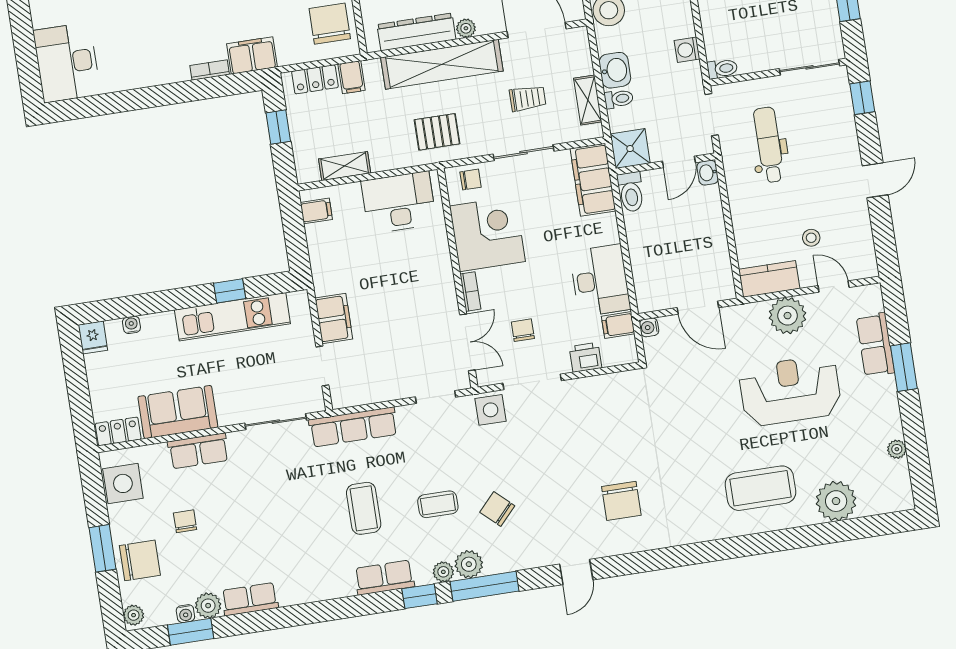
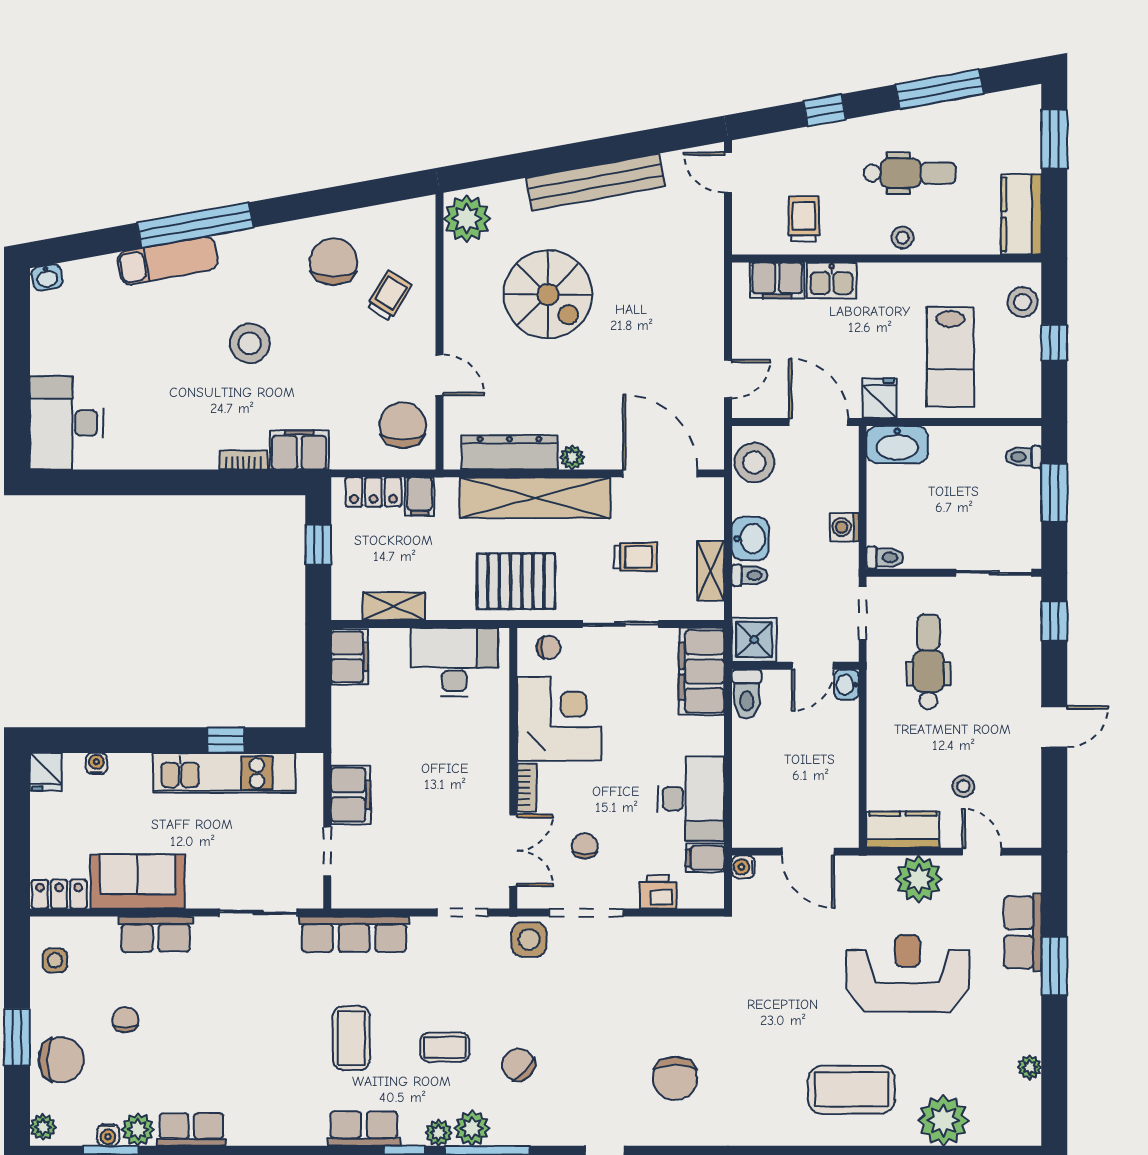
pallet: (437, 132) -> (516, 581), width x1.50, depth x1.42
filing cabinet: (316, 211) -> (350, 657), width x2.00
side table: (123, 483) -> (55, 960), width x0.54, depth x0.54

